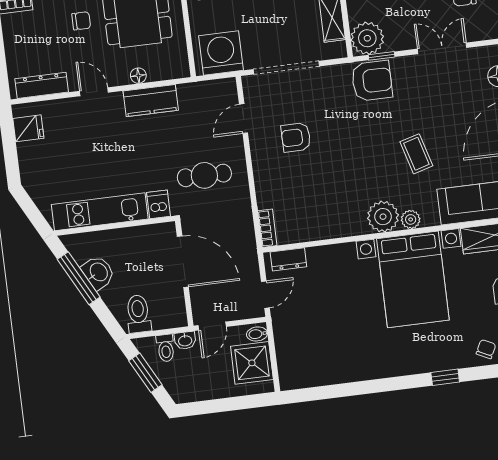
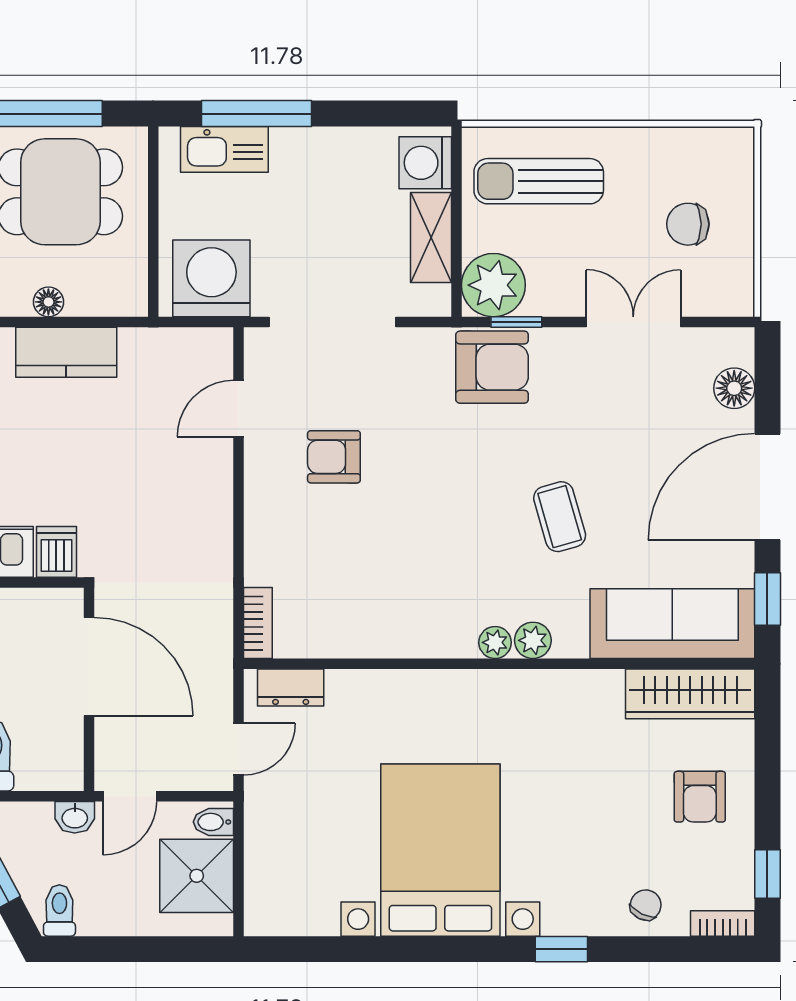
cafe table: (204, 175) -> (151, 508), removed
plant: (383, 217) -> (495, 642), width x0.53, depth x0.53
bed with nightstands: (413, 279) -> (440, 850), moved, turned 180
toilet: (166, 348) -> (59, 911), moved, turned 180

